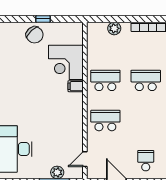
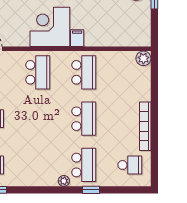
plant: (114, 28) -> (143, 58), moved
corner desk: (66, 62) -> (50, 27), moved

